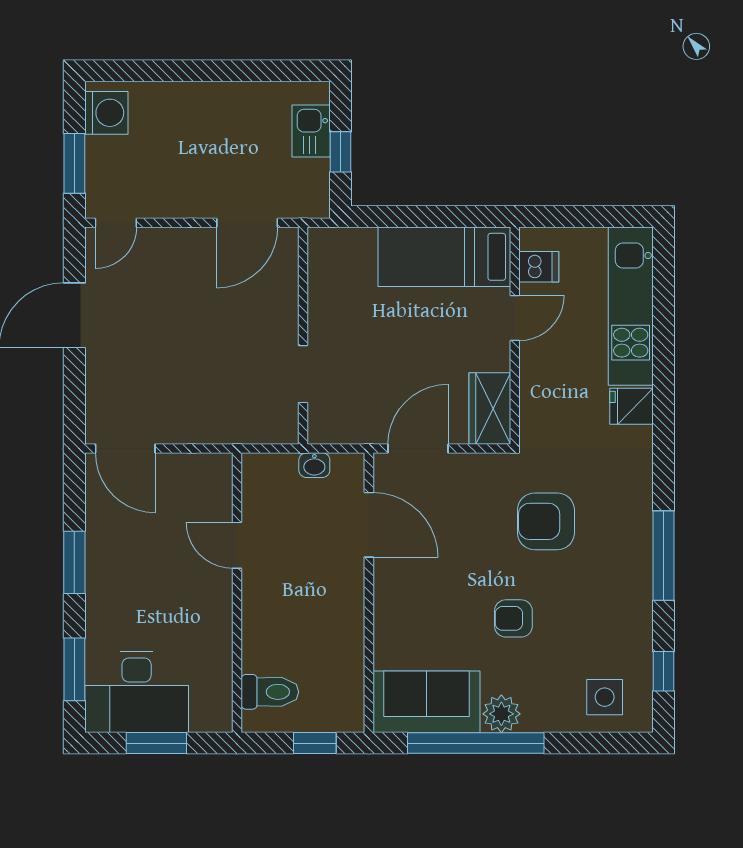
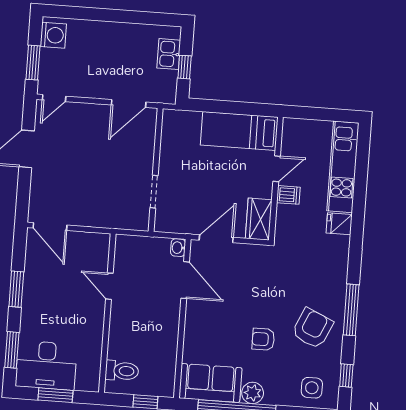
dishwasher: (539, 267) -> (288, 195), moved
washbasin: (314, 465) -> (178, 248), moved, turned 90
armchair: (546, 521) -> (312, 328), moved, turned 114

